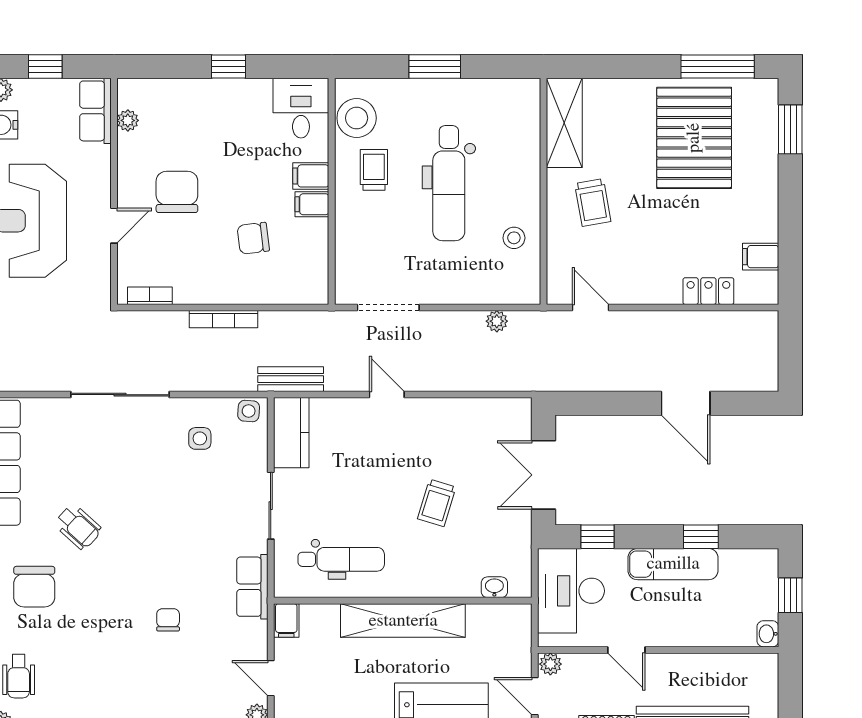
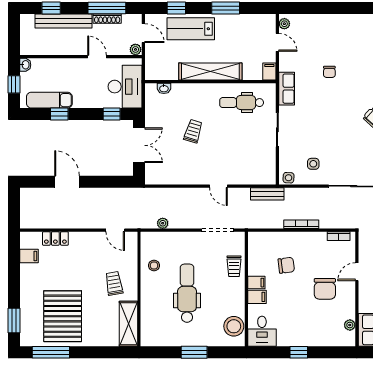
trolley: (374, 170) -> (234, 266), moved
kitchen counter: (291, 433) -> (267, 167), removed
exam couch: (673, 564) -> (49, 100), moved

